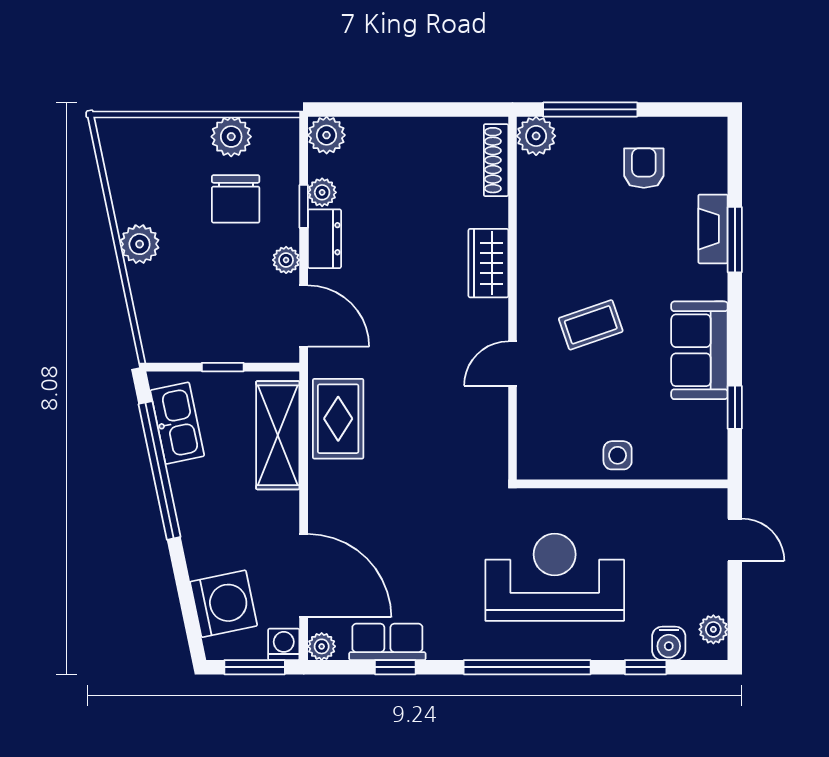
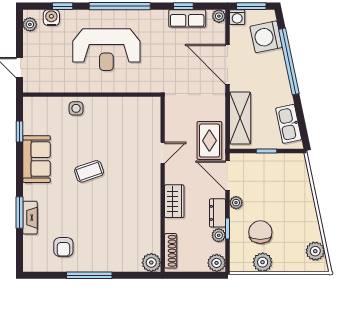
plant: (536, 136) -> (151, 263), moved
shoe rack: (496, 160) -> (171, 251), moved
plant: (140, 244) -> (315, 251), moved
wardrobe: (488, 263) -> (174, 201), moved
wall: (513, 298) -> (163, 184), moved
door: (513, 363) -> (163, 153), moved
rug: (338, 419) -> (209, 141), moved
window: (160, 470) -> (289, 61), moved
door: (304, 576) -> (228, 64), moved

